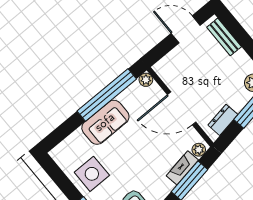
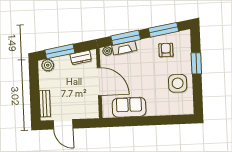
plant: (146, 80) -> (107, 113), removed
window: (107, 95) -> (136, 121), removed
sofa: (105, 122) -> (129, 107), moved

